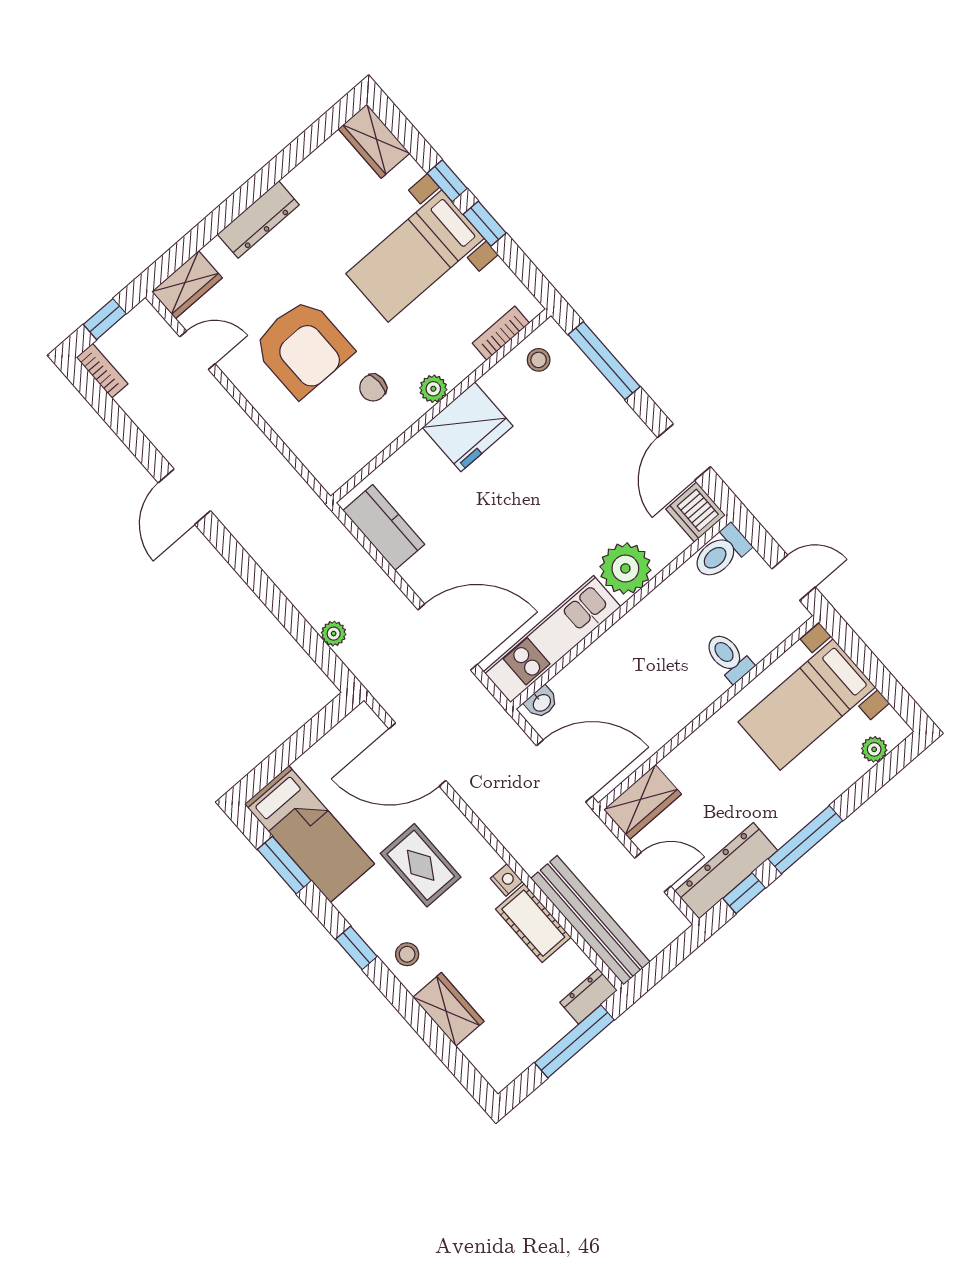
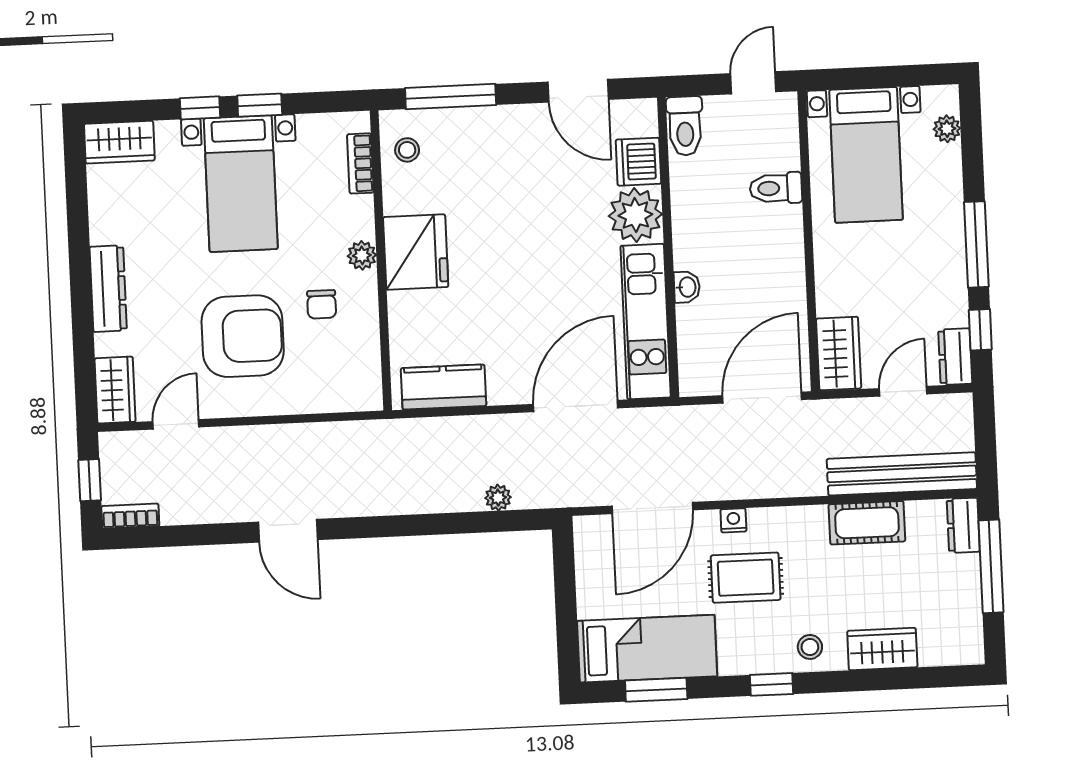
dishwasher: (696, 512) -> (638, 162), moved, turned 90
washbasin: (541, 702) -> (687, 287), moved
dresser: (726, 871) -> (955, 357), width x0.51, depth x0.80
nightstand: (506, 880) -> (733, 520), moved

